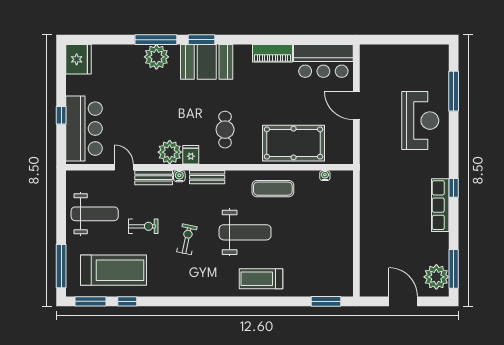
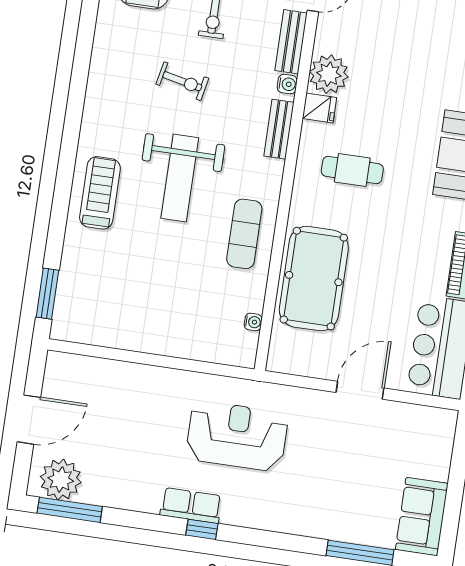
sofa: (427, 57) -> (422, 517), added
reception desk: (420, 121) -> (237, 436), moved, turned 180
row of seats: (440, 205) -> (191, 505), width x0.68

